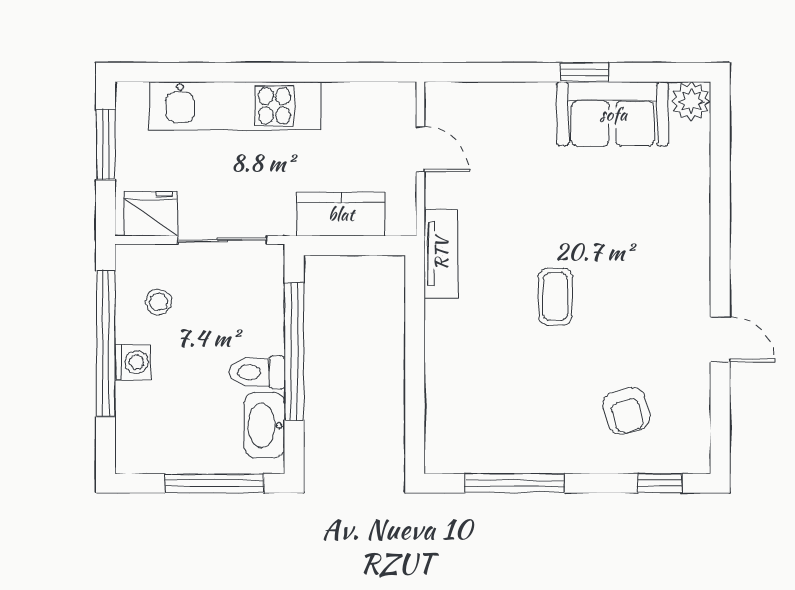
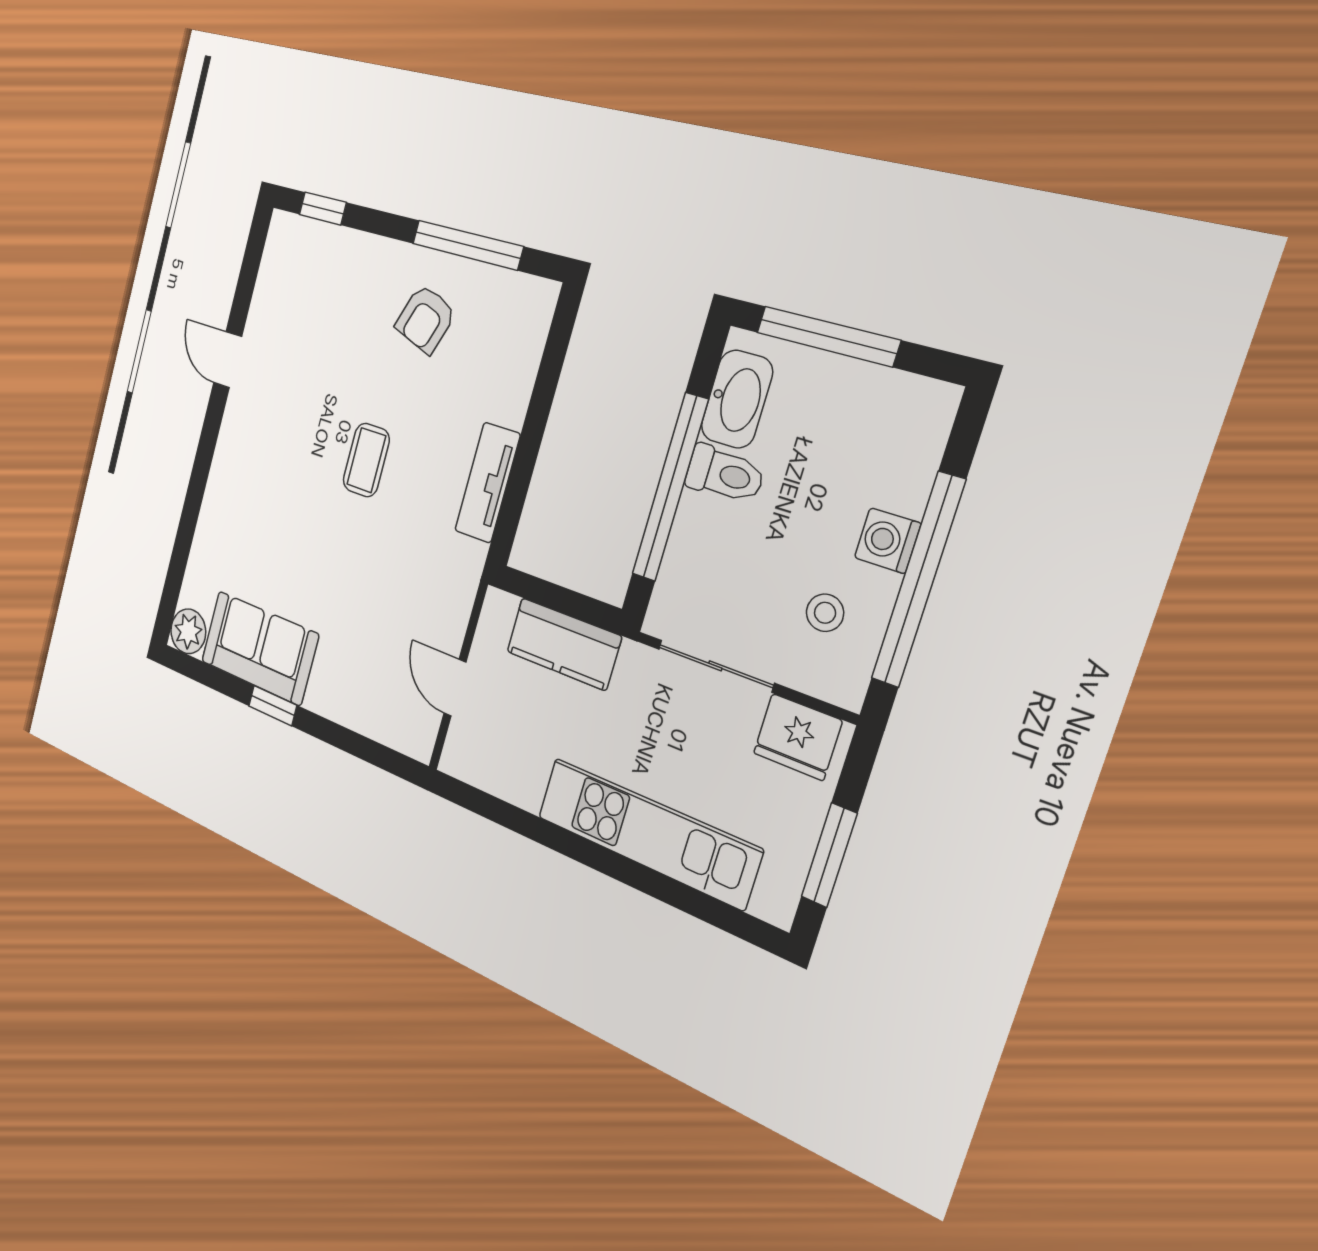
tv unit: (441, 254) -> (487, 483), moved
armchair: (626, 411) -> (426, 319), moved, turned -145

